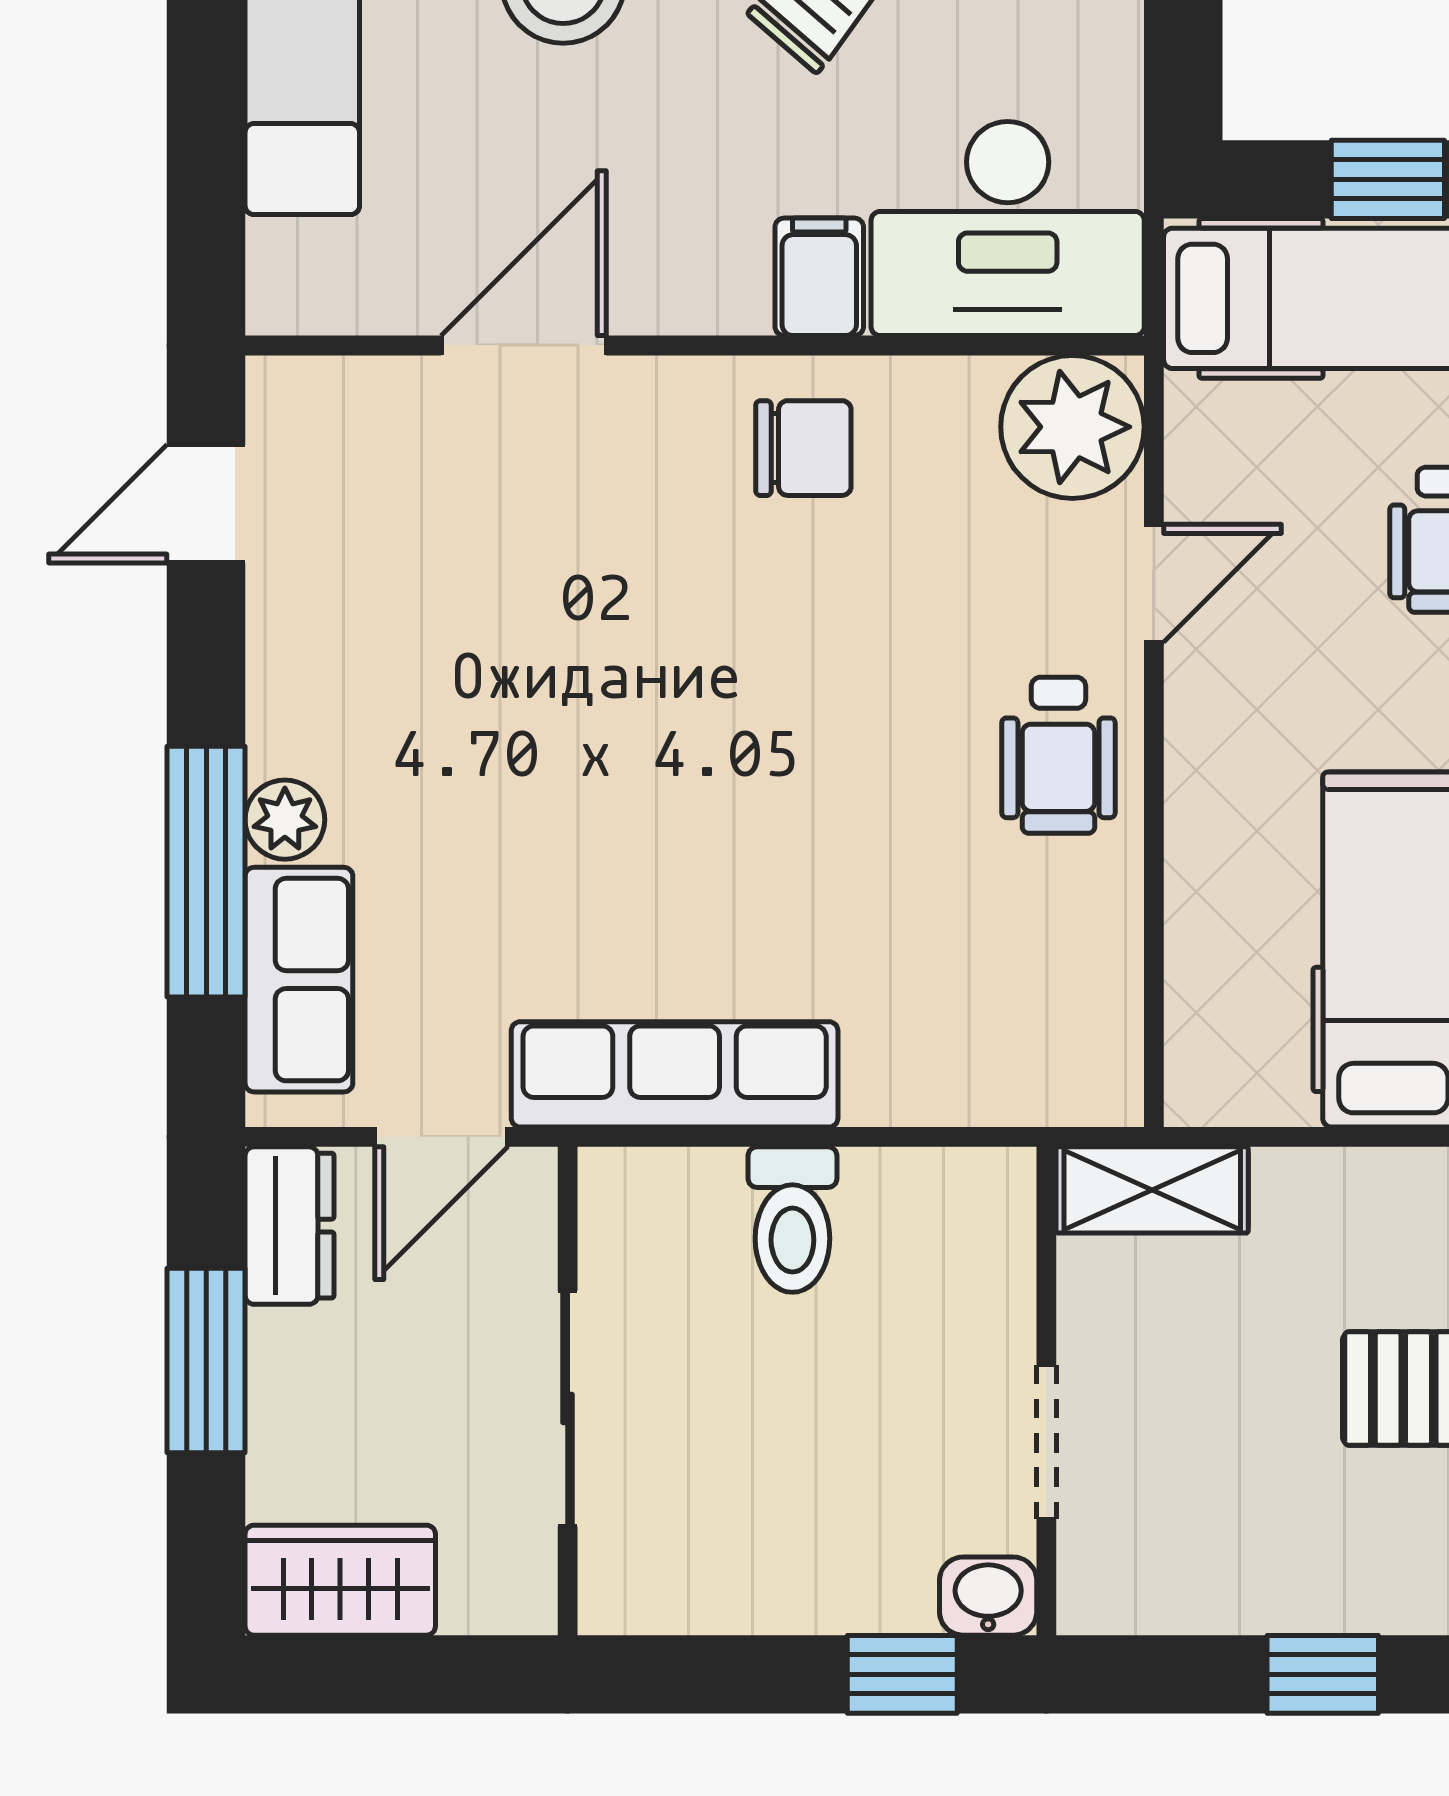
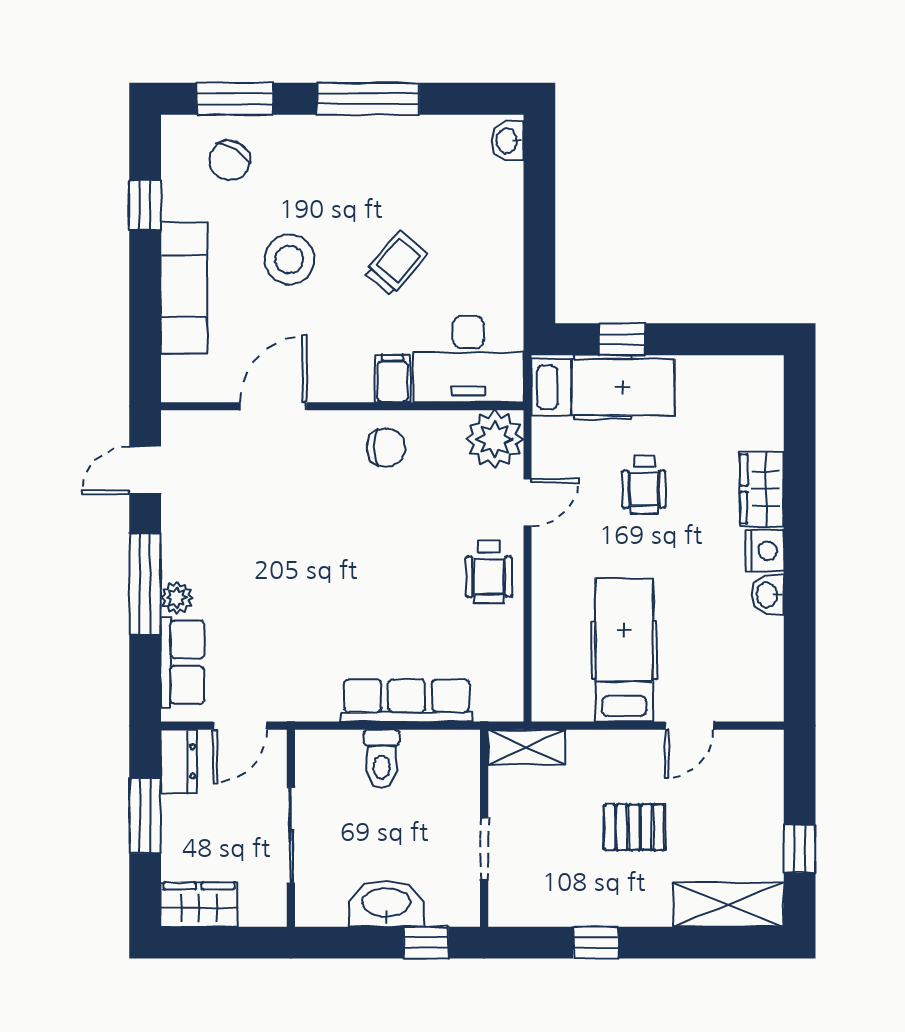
window: (206, 872) -> (145, 584), moved
row of seats: (675, 1074) -> (407, 700), moved
washbasin: (988, 1596) -> (386, 904), moved, width x1.91, depth x1.45

